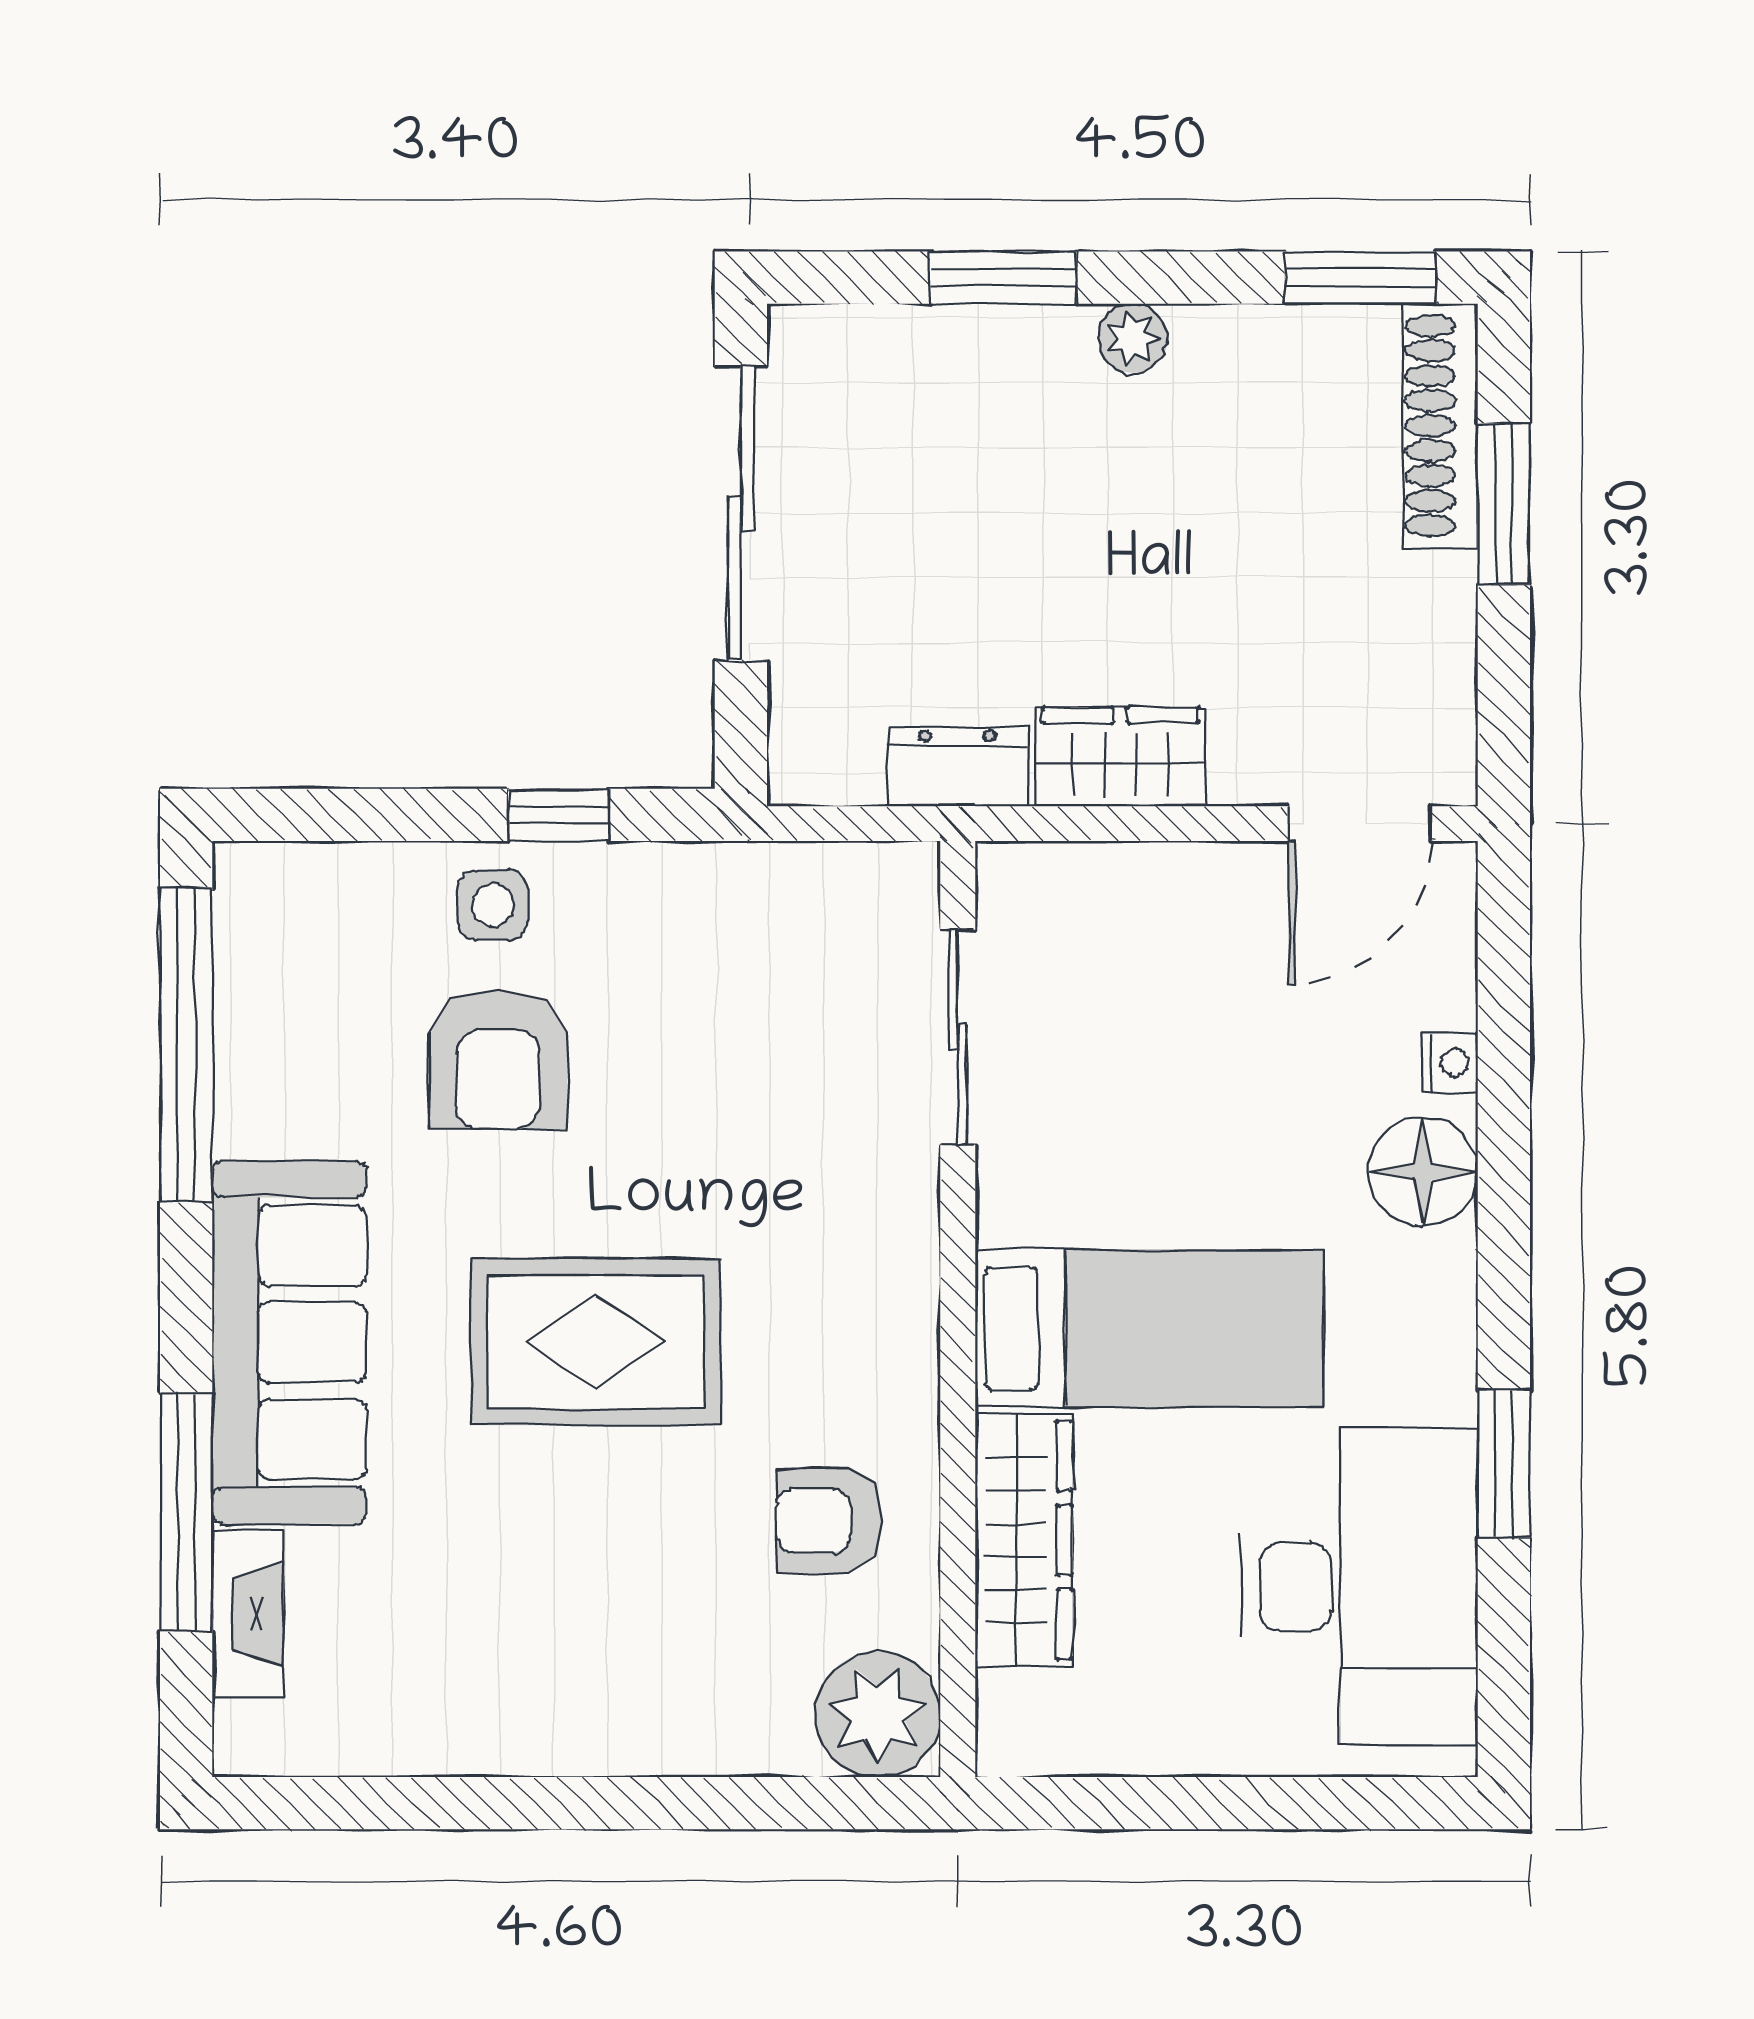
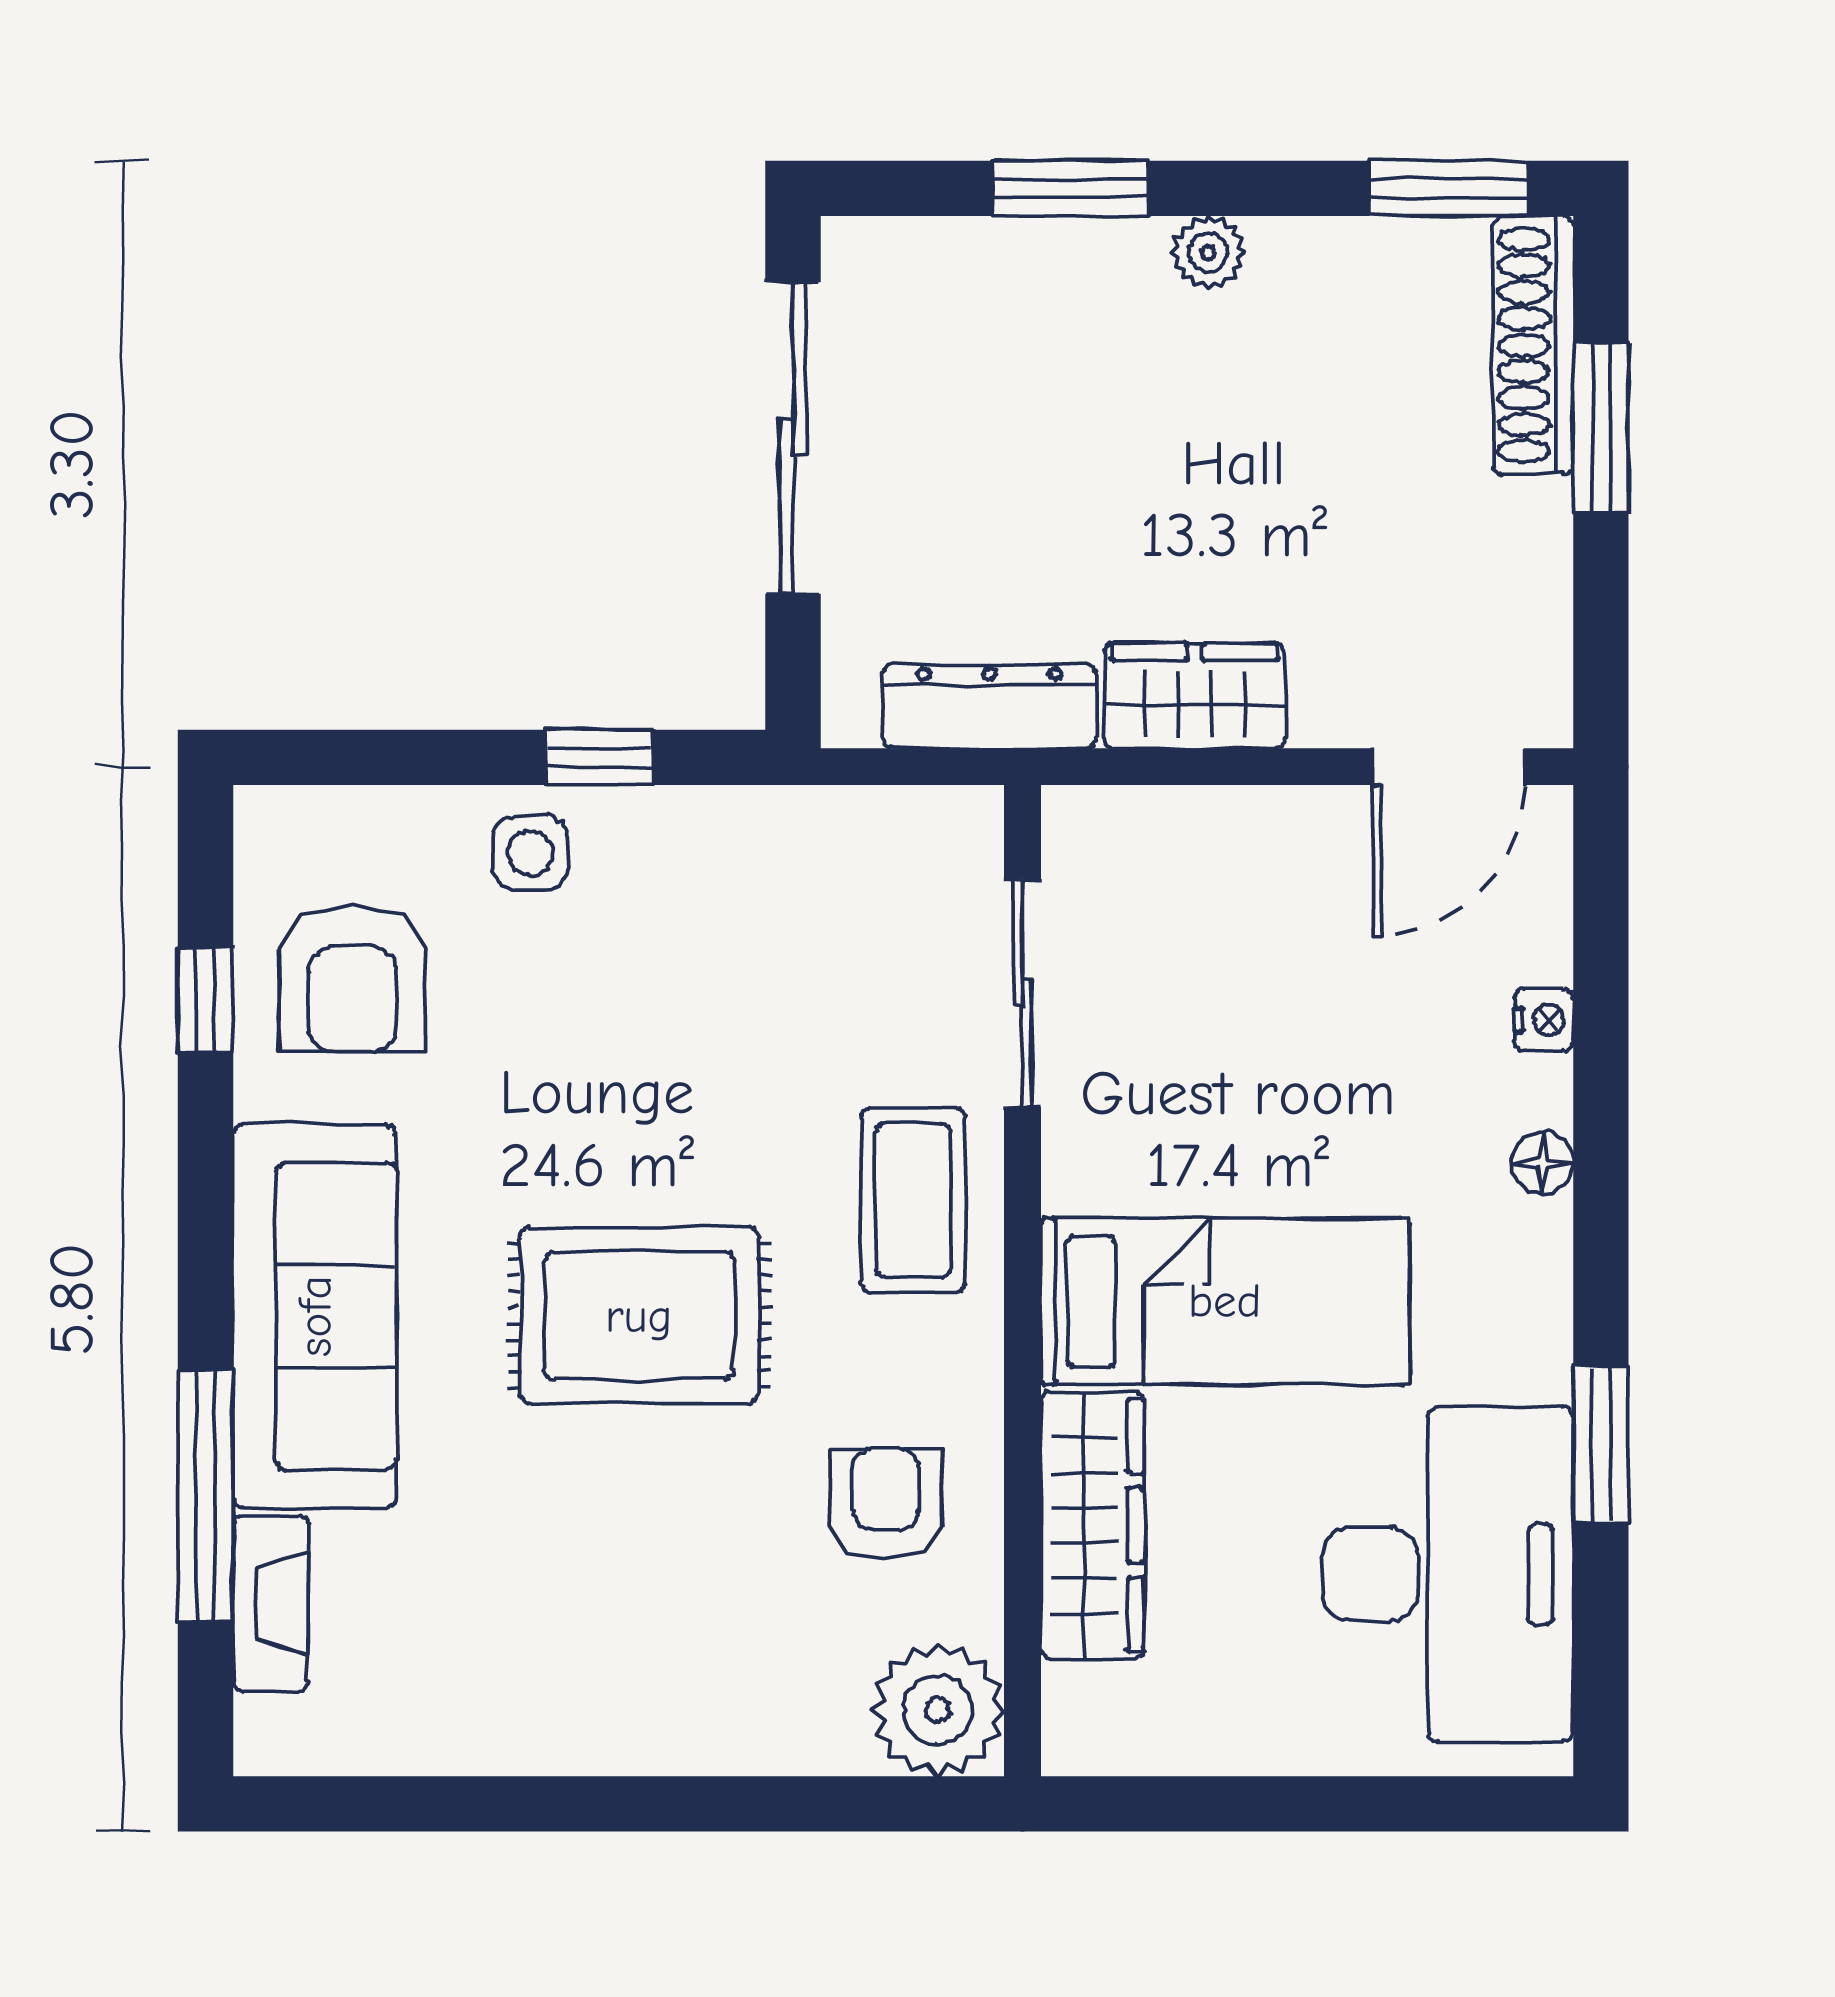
dresser: (958, 767) -> (990, 706), width x1.44
window: (186, 1044) -> (206, 1000), width x0.32
armchair: (498, 1060) -> (352, 979), moved
floor lamp: (1423, 1172) -> (1542, 1163), width x0.53, depth x0.53
coffee table: (854, 1233) -> (913, 1200), added
armchair: (829, 1521) -> (886, 1505), turned 90

